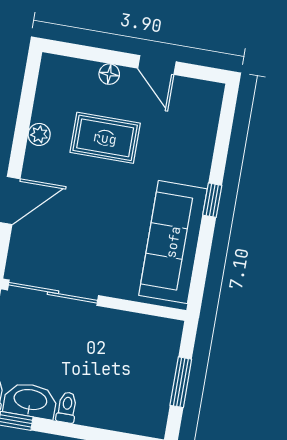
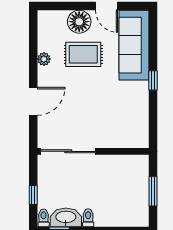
floor lamp: (109, 74) -> (79, 22), width x1.89, depth x1.89
sofa: (173, 242) -> (134, 45), moved

